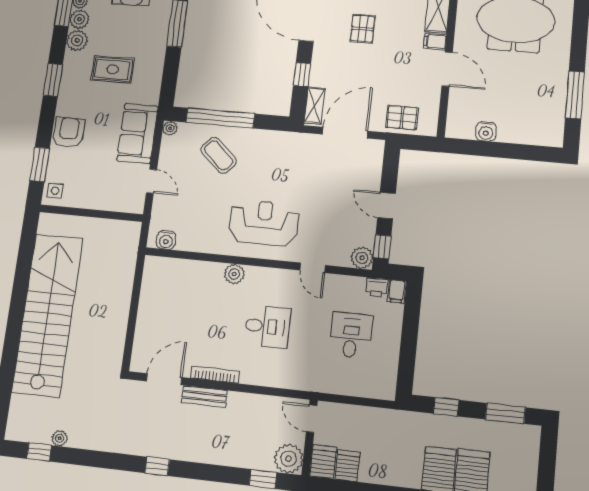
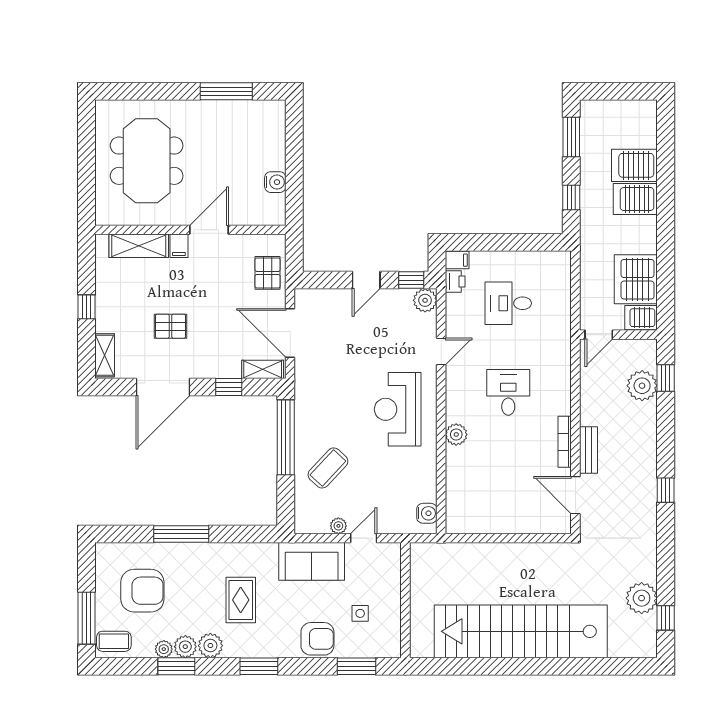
window: (220, 118) -> (286, 437), moved
plant: (170, 128) -> (338, 526), moved
armchair: (69, 132) -> (317, 639), turned 180
side table: (55, 191) -> (360, 613), moved
plant: (60, 438) -> (642, 598), width x1.87, depth x1.87
plant: (288, 459) -> (642, 386), moved
server rack: (347, 466) -> (636, 279), width x2.18, depth x1.44

